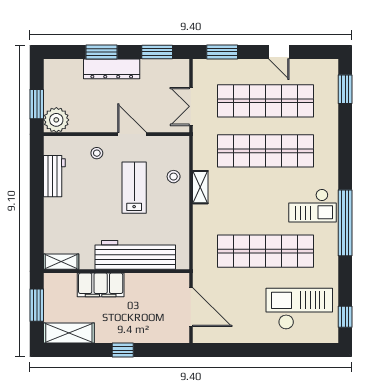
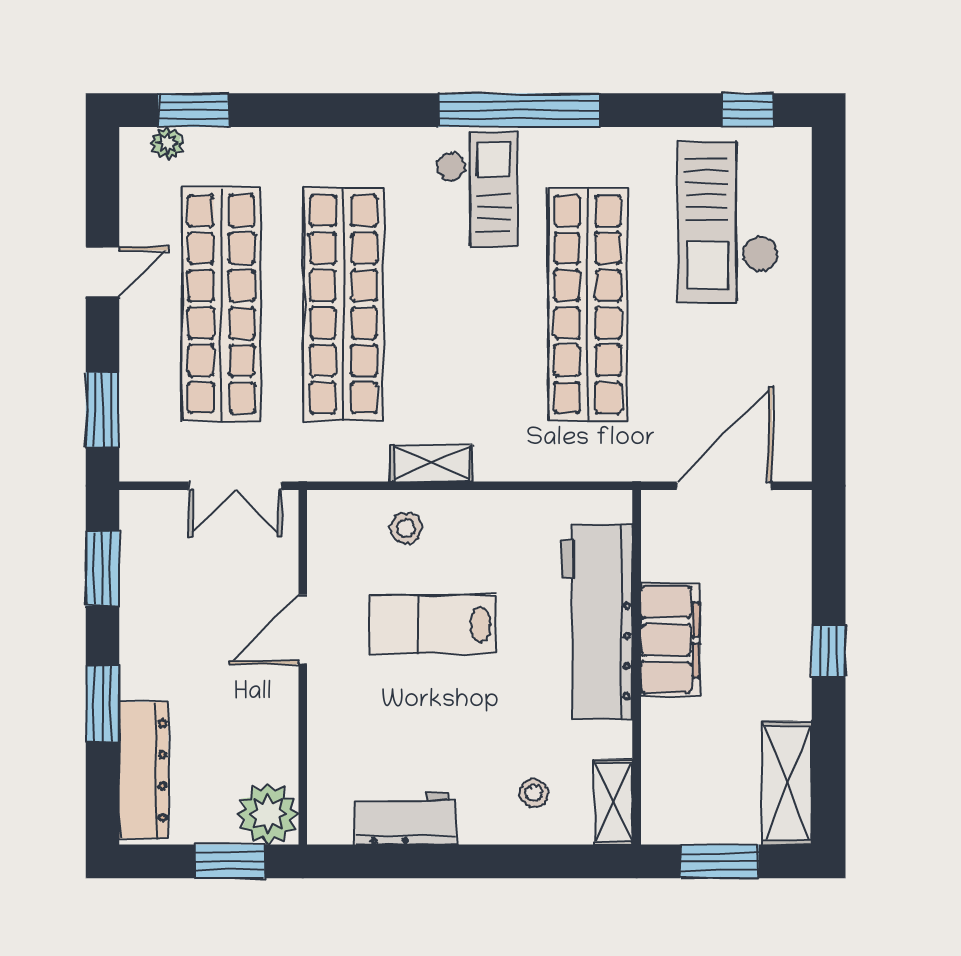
dresser: (112, 69) -> (143, 770), moved
plant: (332, 79) -> (168, 143), added
stool: (97, 153) -> (534, 793), moved
filing cabinet: (101, 285) -> (670, 640), moved

